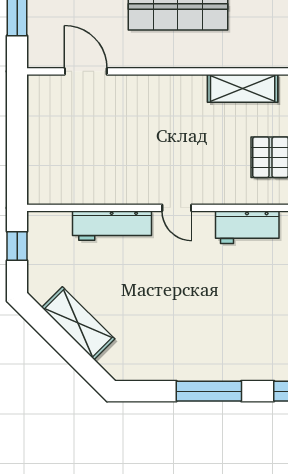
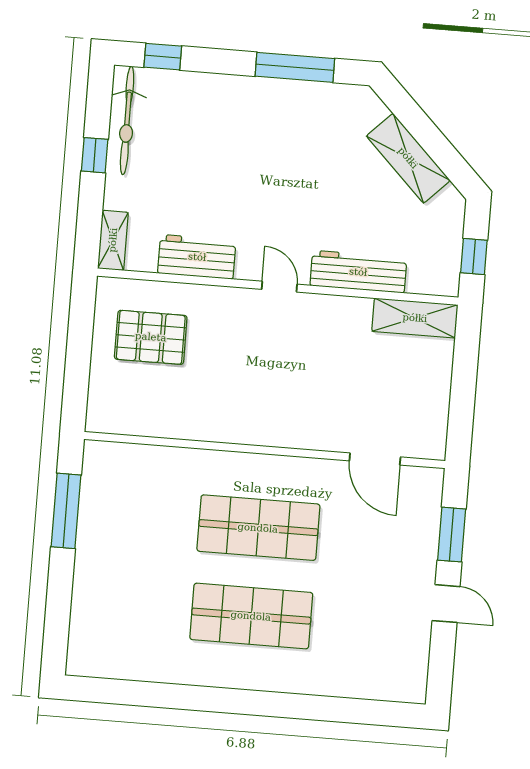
shelving: (243, 88) -> (415, 318), moved
window: (209, 391) -> (295, 67), moved

